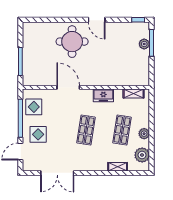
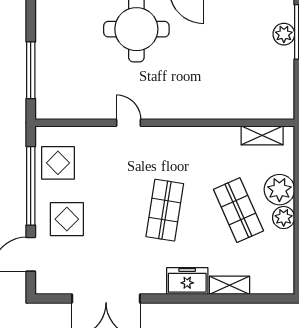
door: (68, 87) -> (128, 123), width x0.53
freezer: (103, 95) -> (187, 281), moved, turned 180
shop shelf: (122, 130) -> (238, 210), turned -33
plant: (142, 155) -> (279, 190), moved

